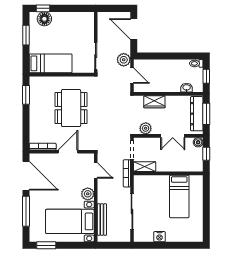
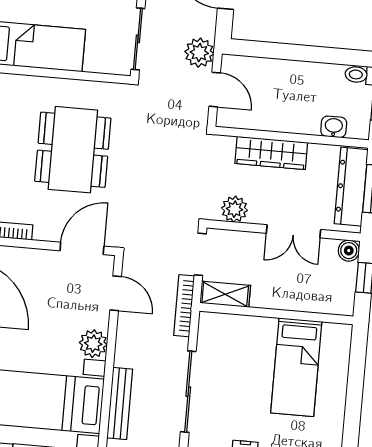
wardrobe: (154, 102) -> (271, 153), width x1.50
door: (68, 152) -> (82, 248), moved

